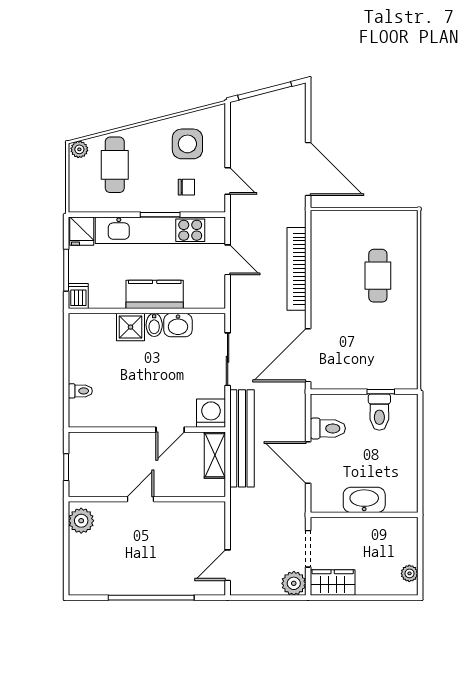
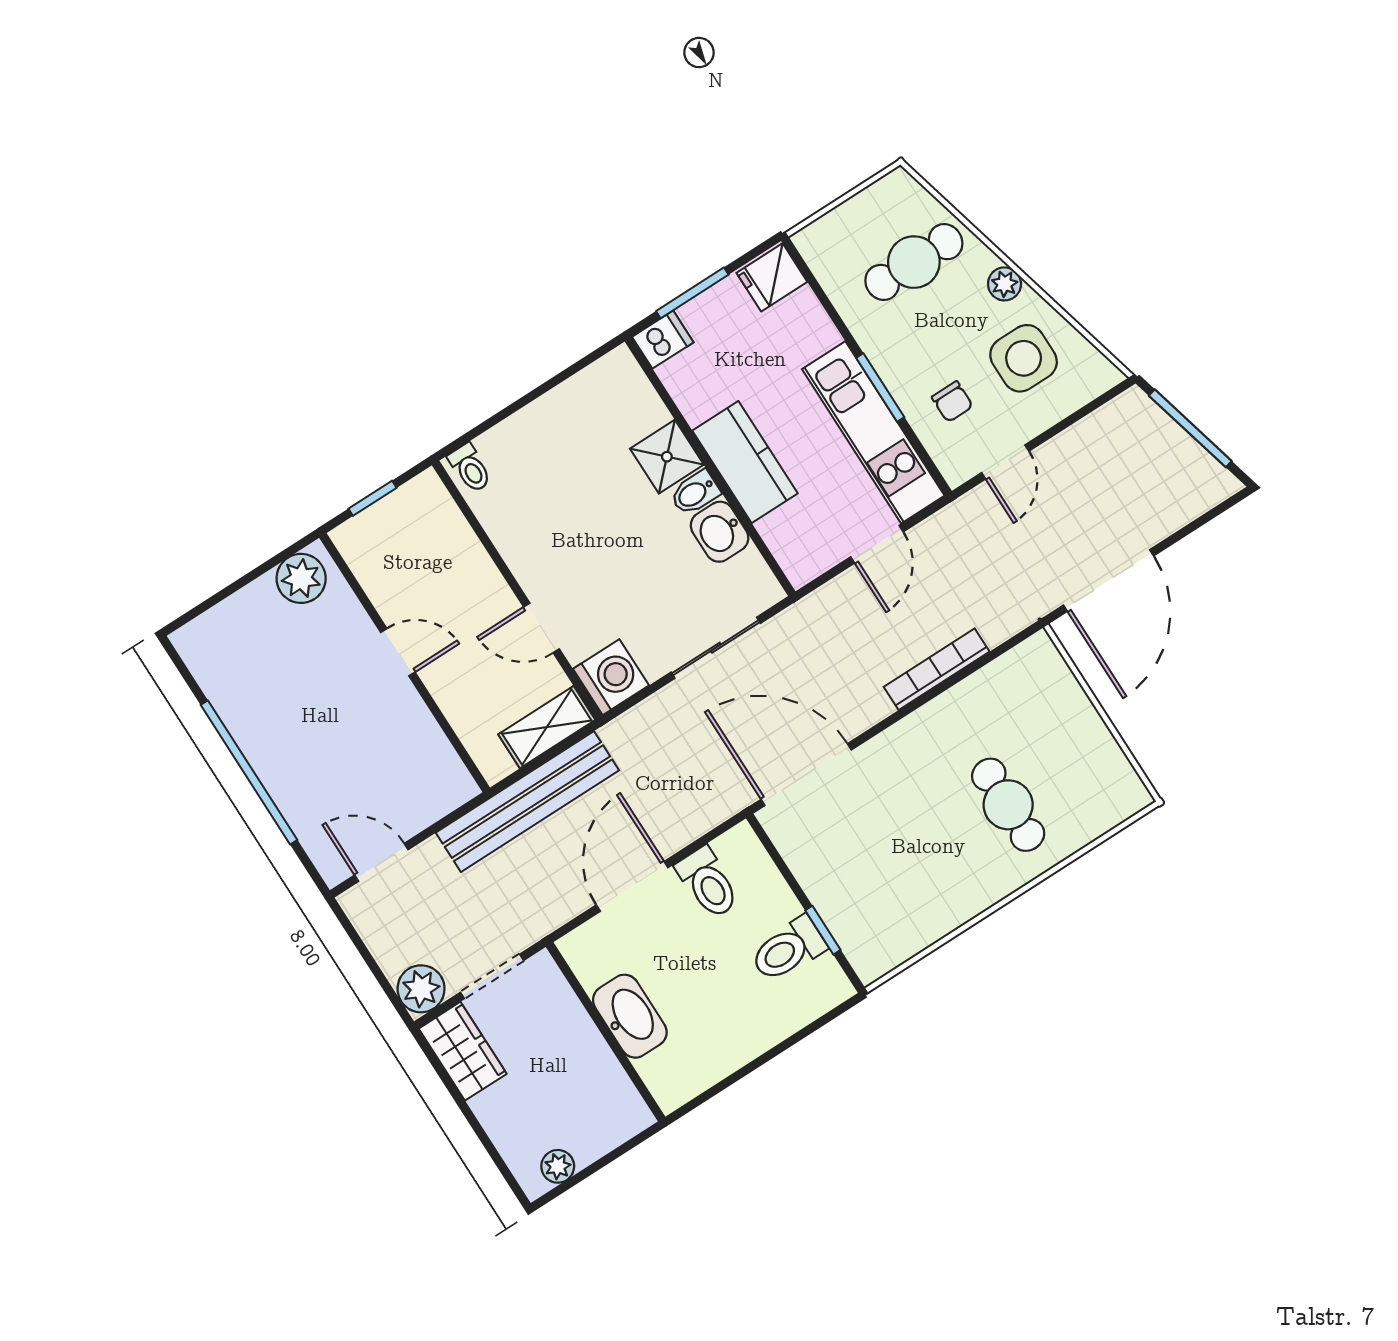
plant: (79, 149) -> (1005, 284), moved
kitchen unit: (160, 230) -> (873, 432), width x0.73
bookcase: (297, 269) -> (937, 669), width x0.68, depth x0.76
cafe table: (378, 276) -> (1008, 805), turned 90
toilet: (80, 391) -> (470, 468), moved
bench: (242, 438) -> (527, 802), moved

